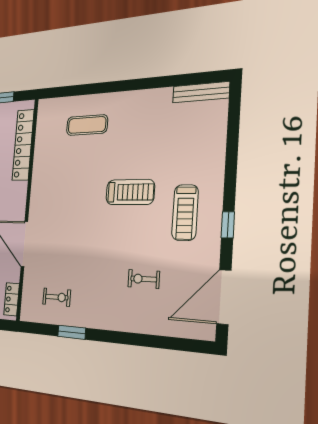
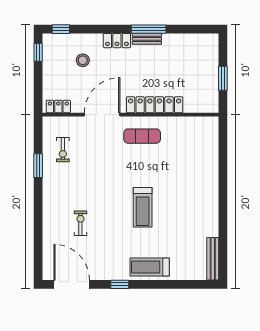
exercise mat: (87, 125) -> (142, 136), moved, turned 90
locker: (23, 145) -> (155, 105), moved
treadmill: (185, 213) -> (150, 267), moved

